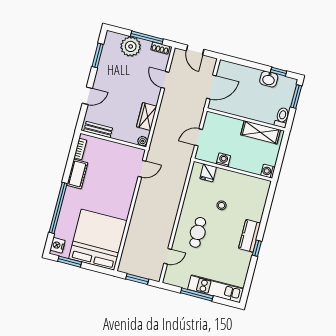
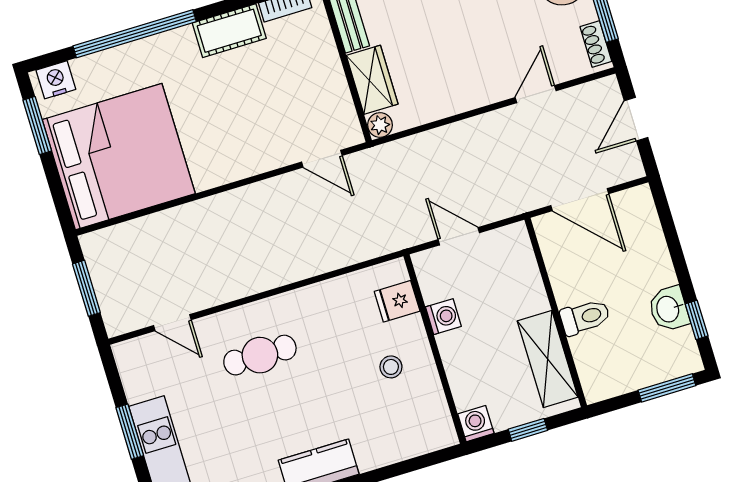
wardrobe: (147, 116) -> (372, 80), moved, turned 90
toilet: (282, 117) -> (585, 317), moved
window: (281, 154) -> (528, 430), added
stool: (222, 205) -> (391, 367), moved
window: (197, 294) -> (130, 432), width x0.69

